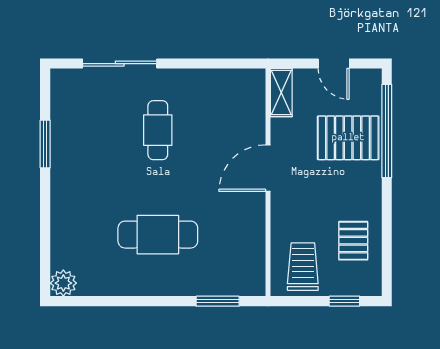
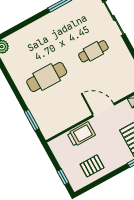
cafe table: (158, 235) -> (47, 77), turned 90
trolley: (303, 267) -> (81, 134), moved

